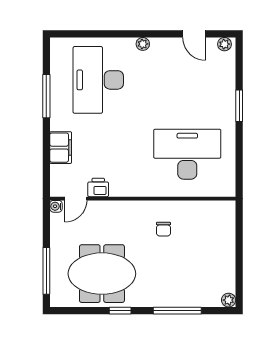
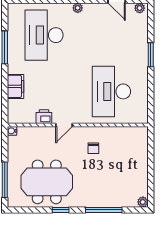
desk: (187, 154) -> (111, 91), turned -90
door: (76, 199) -> (64, 125), moved

